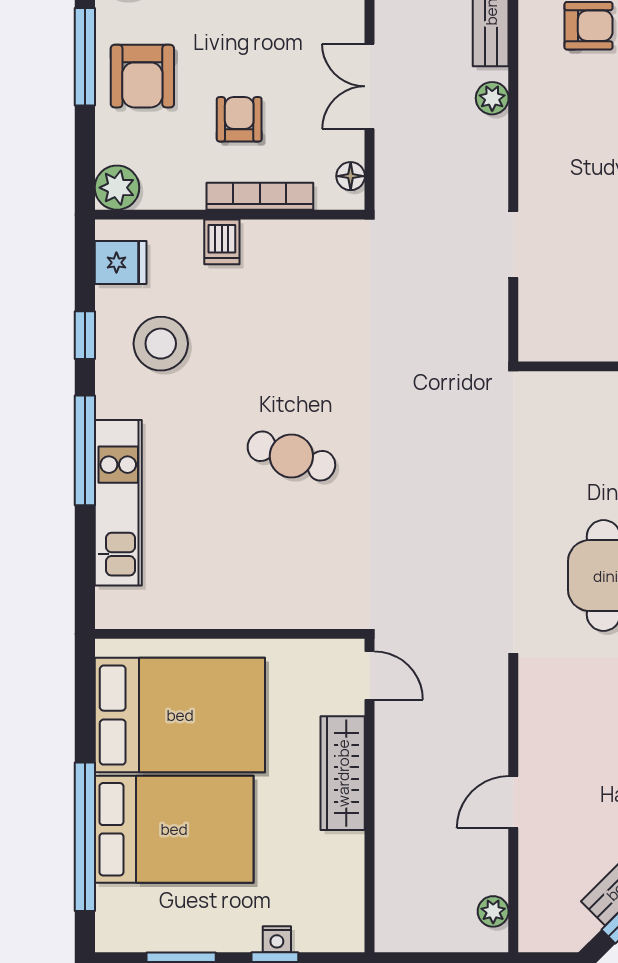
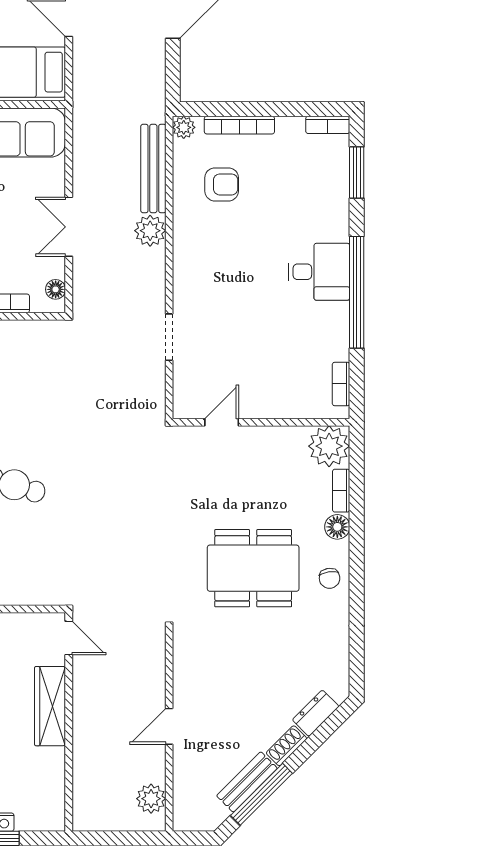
plant: (492, 98) -> (150, 231), width x1.38, depth x1.38
door: (588, 366) -> (222, 422), added
plant: (493, 911) -> (151, 799), width x1.38, depth x1.38

